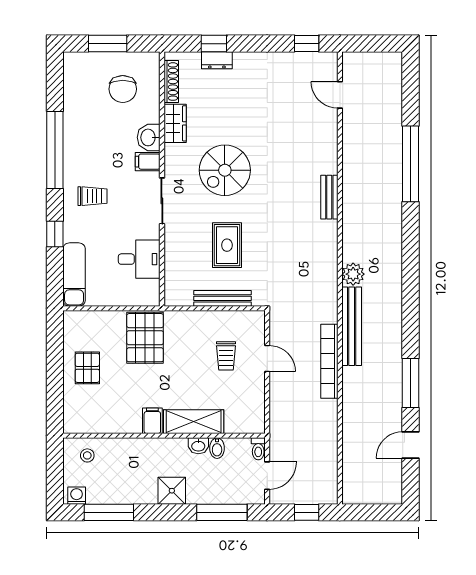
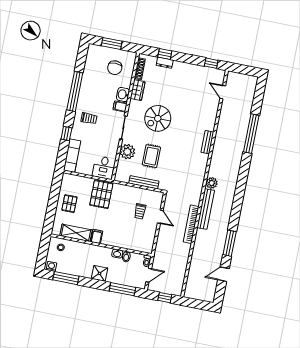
plant: (179, 246) -> (127, 152), added
desk: (139, 259) -> (104, 168), moved, turned 90
shelving: (194, 422) -> (76, 233), moved

